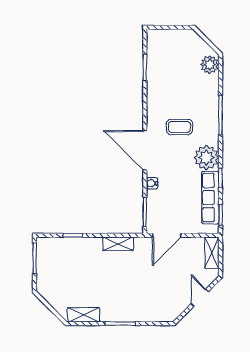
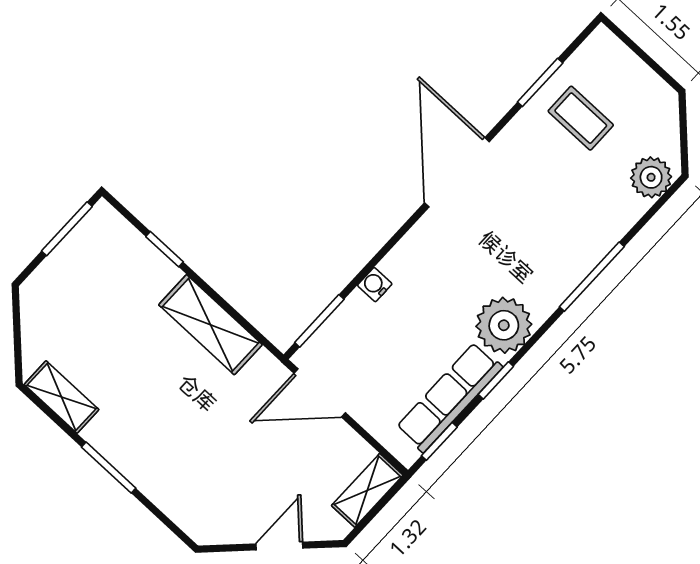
coffee table: (179, 127) -> (581, 118), moved
door: (145, 150) -> (457, 172), moved
shelving: (118, 244) -> (210, 325), width x1.50, depth x1.33

